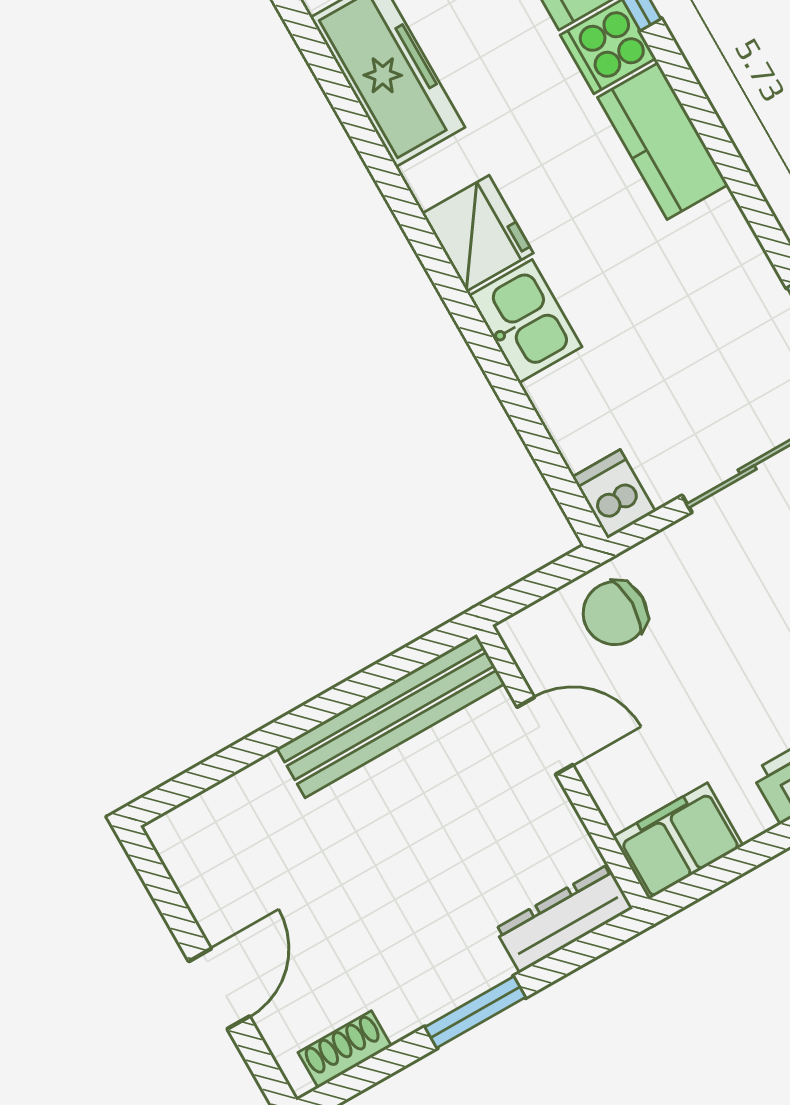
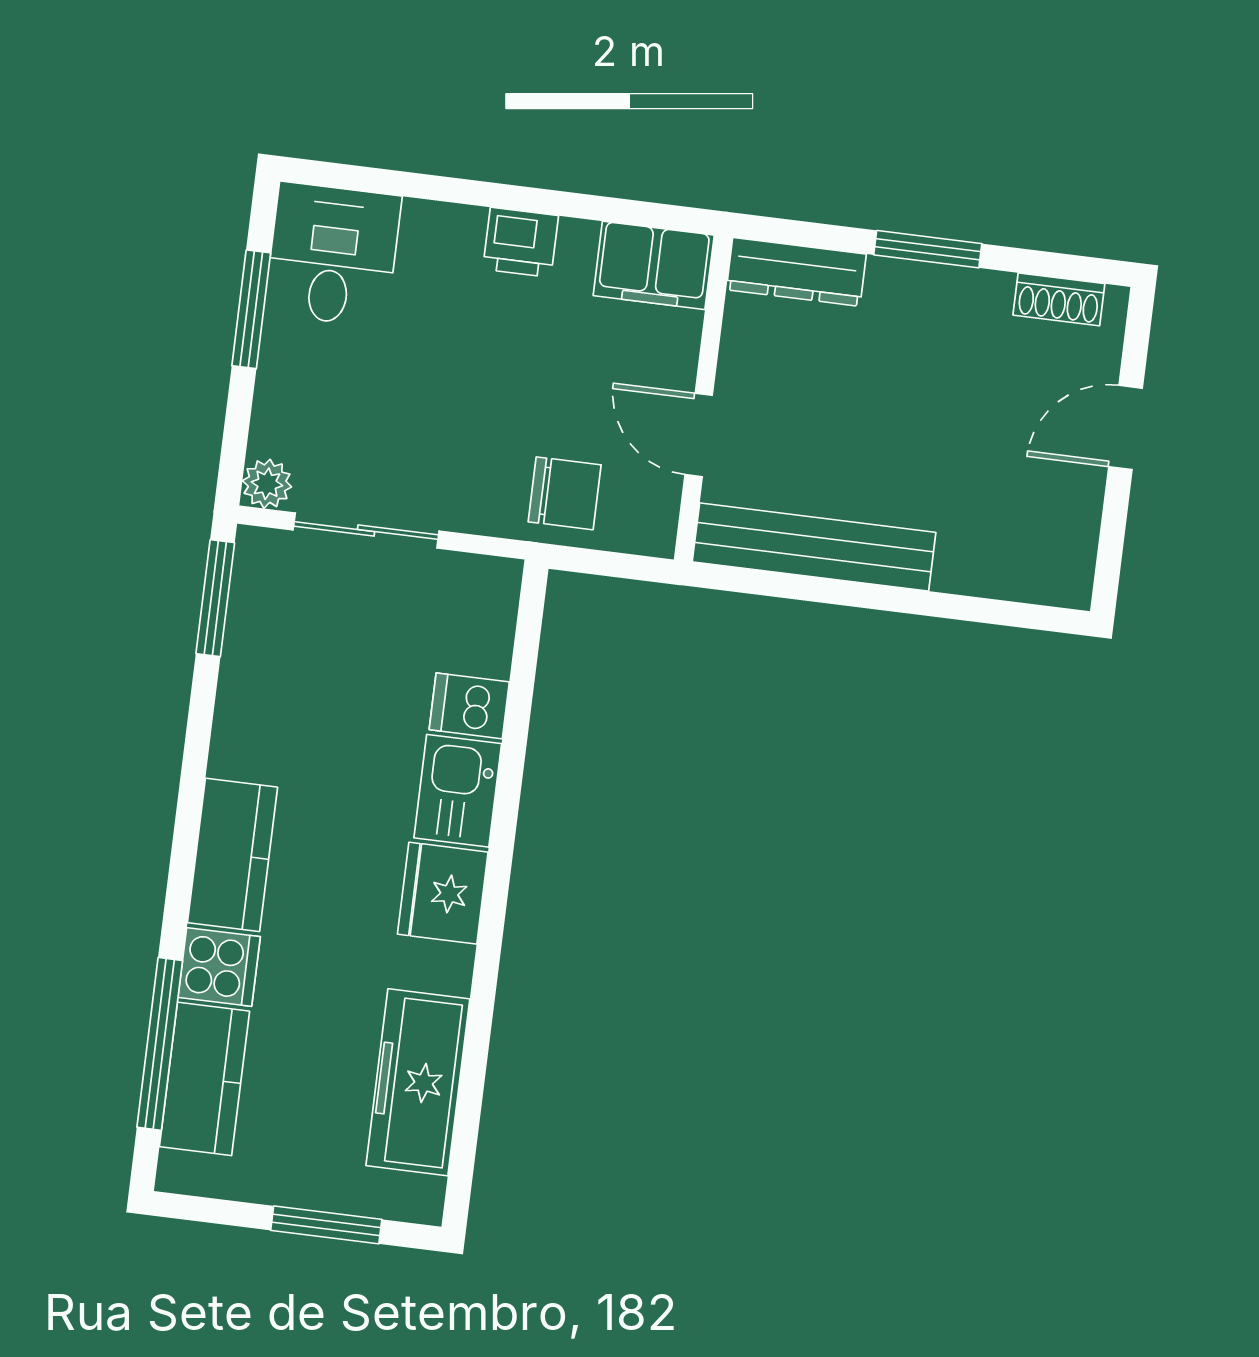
dishwasher: (614, 494) -> (469, 706), moved, turned 90

